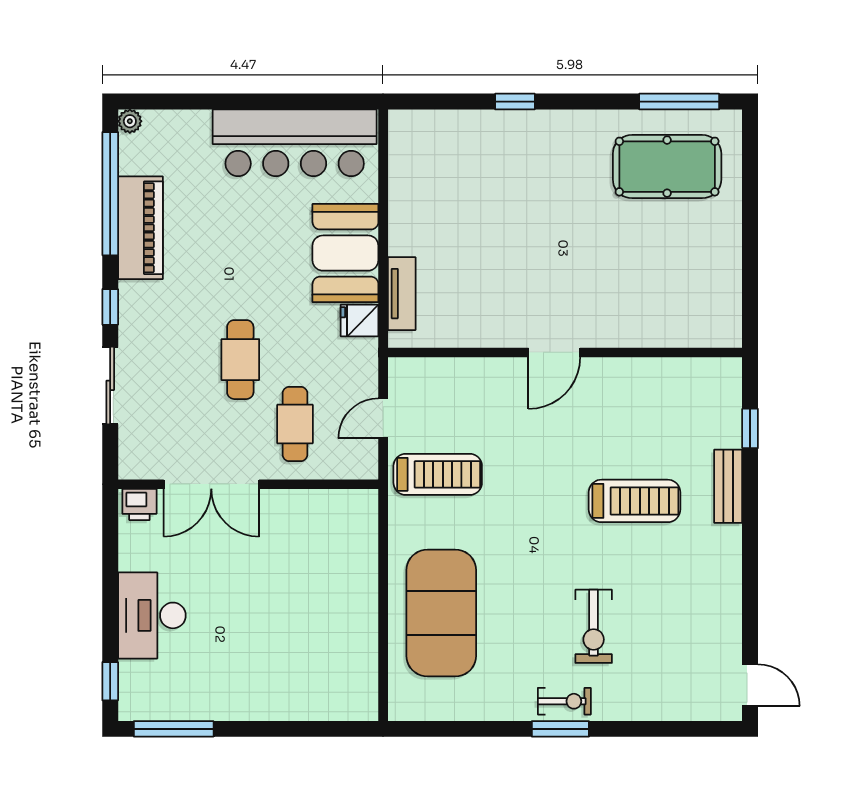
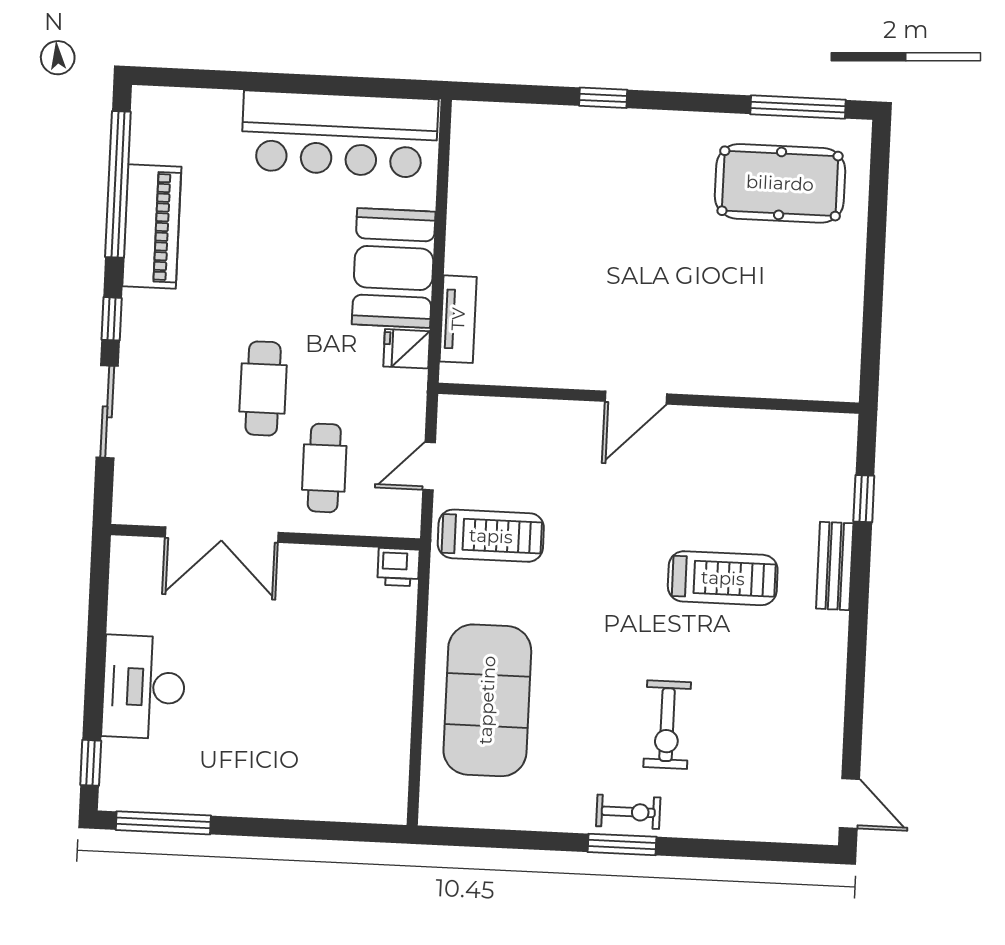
plant: (130, 121) -> (145, 100), removed
printer: (139, 504) -> (398, 567), moved

